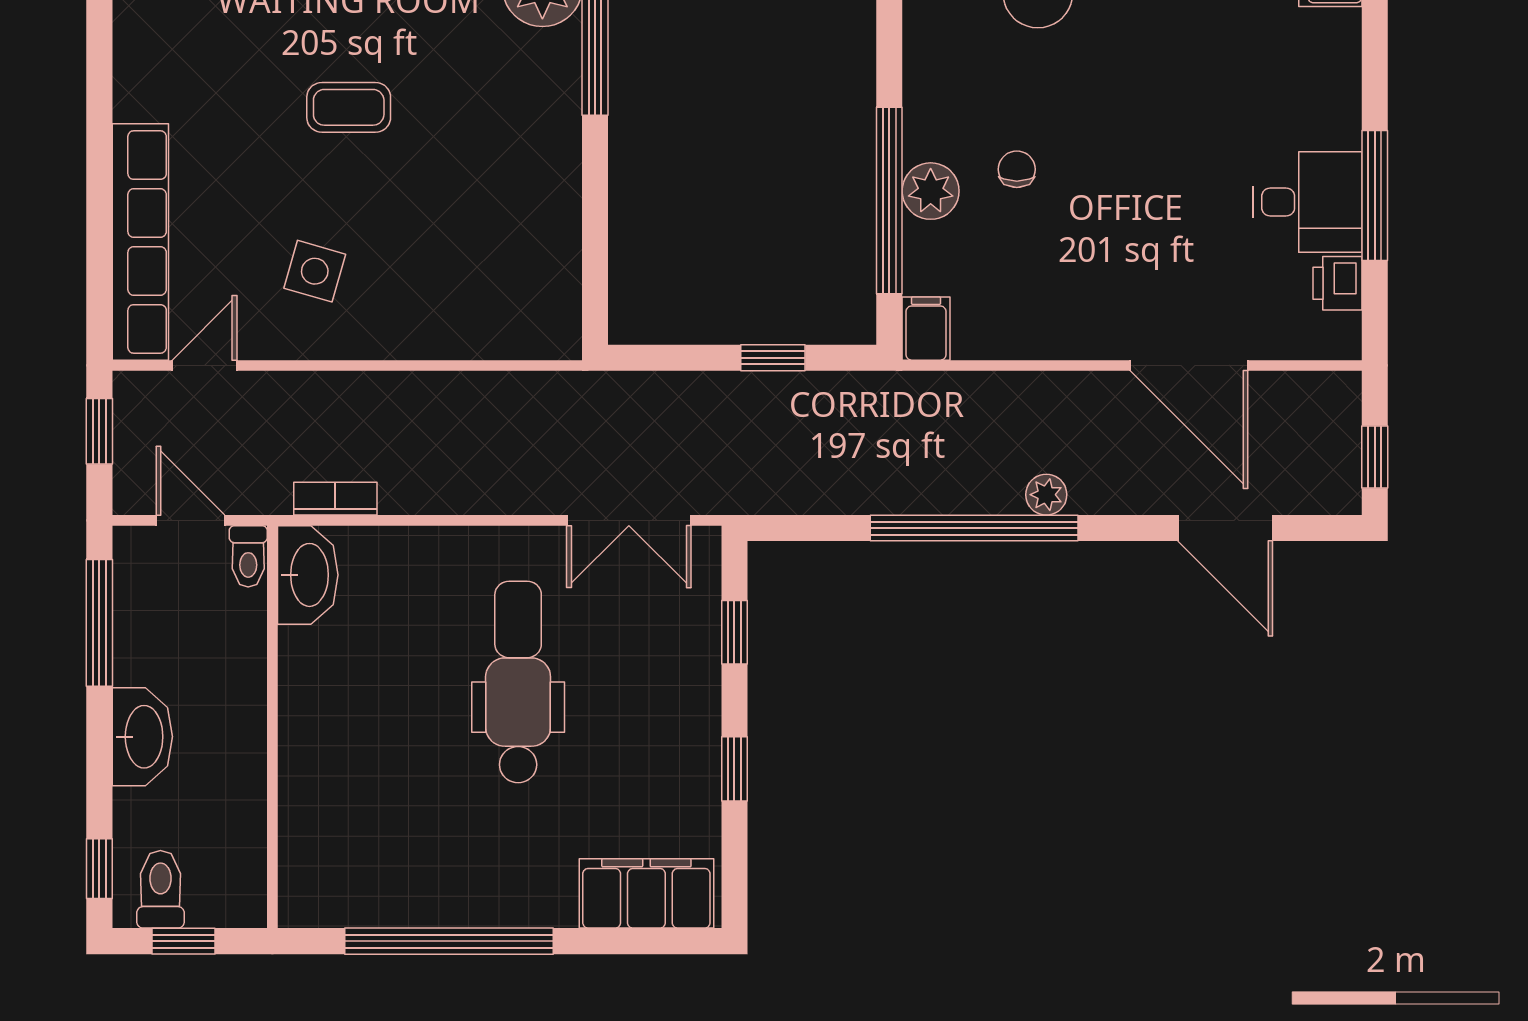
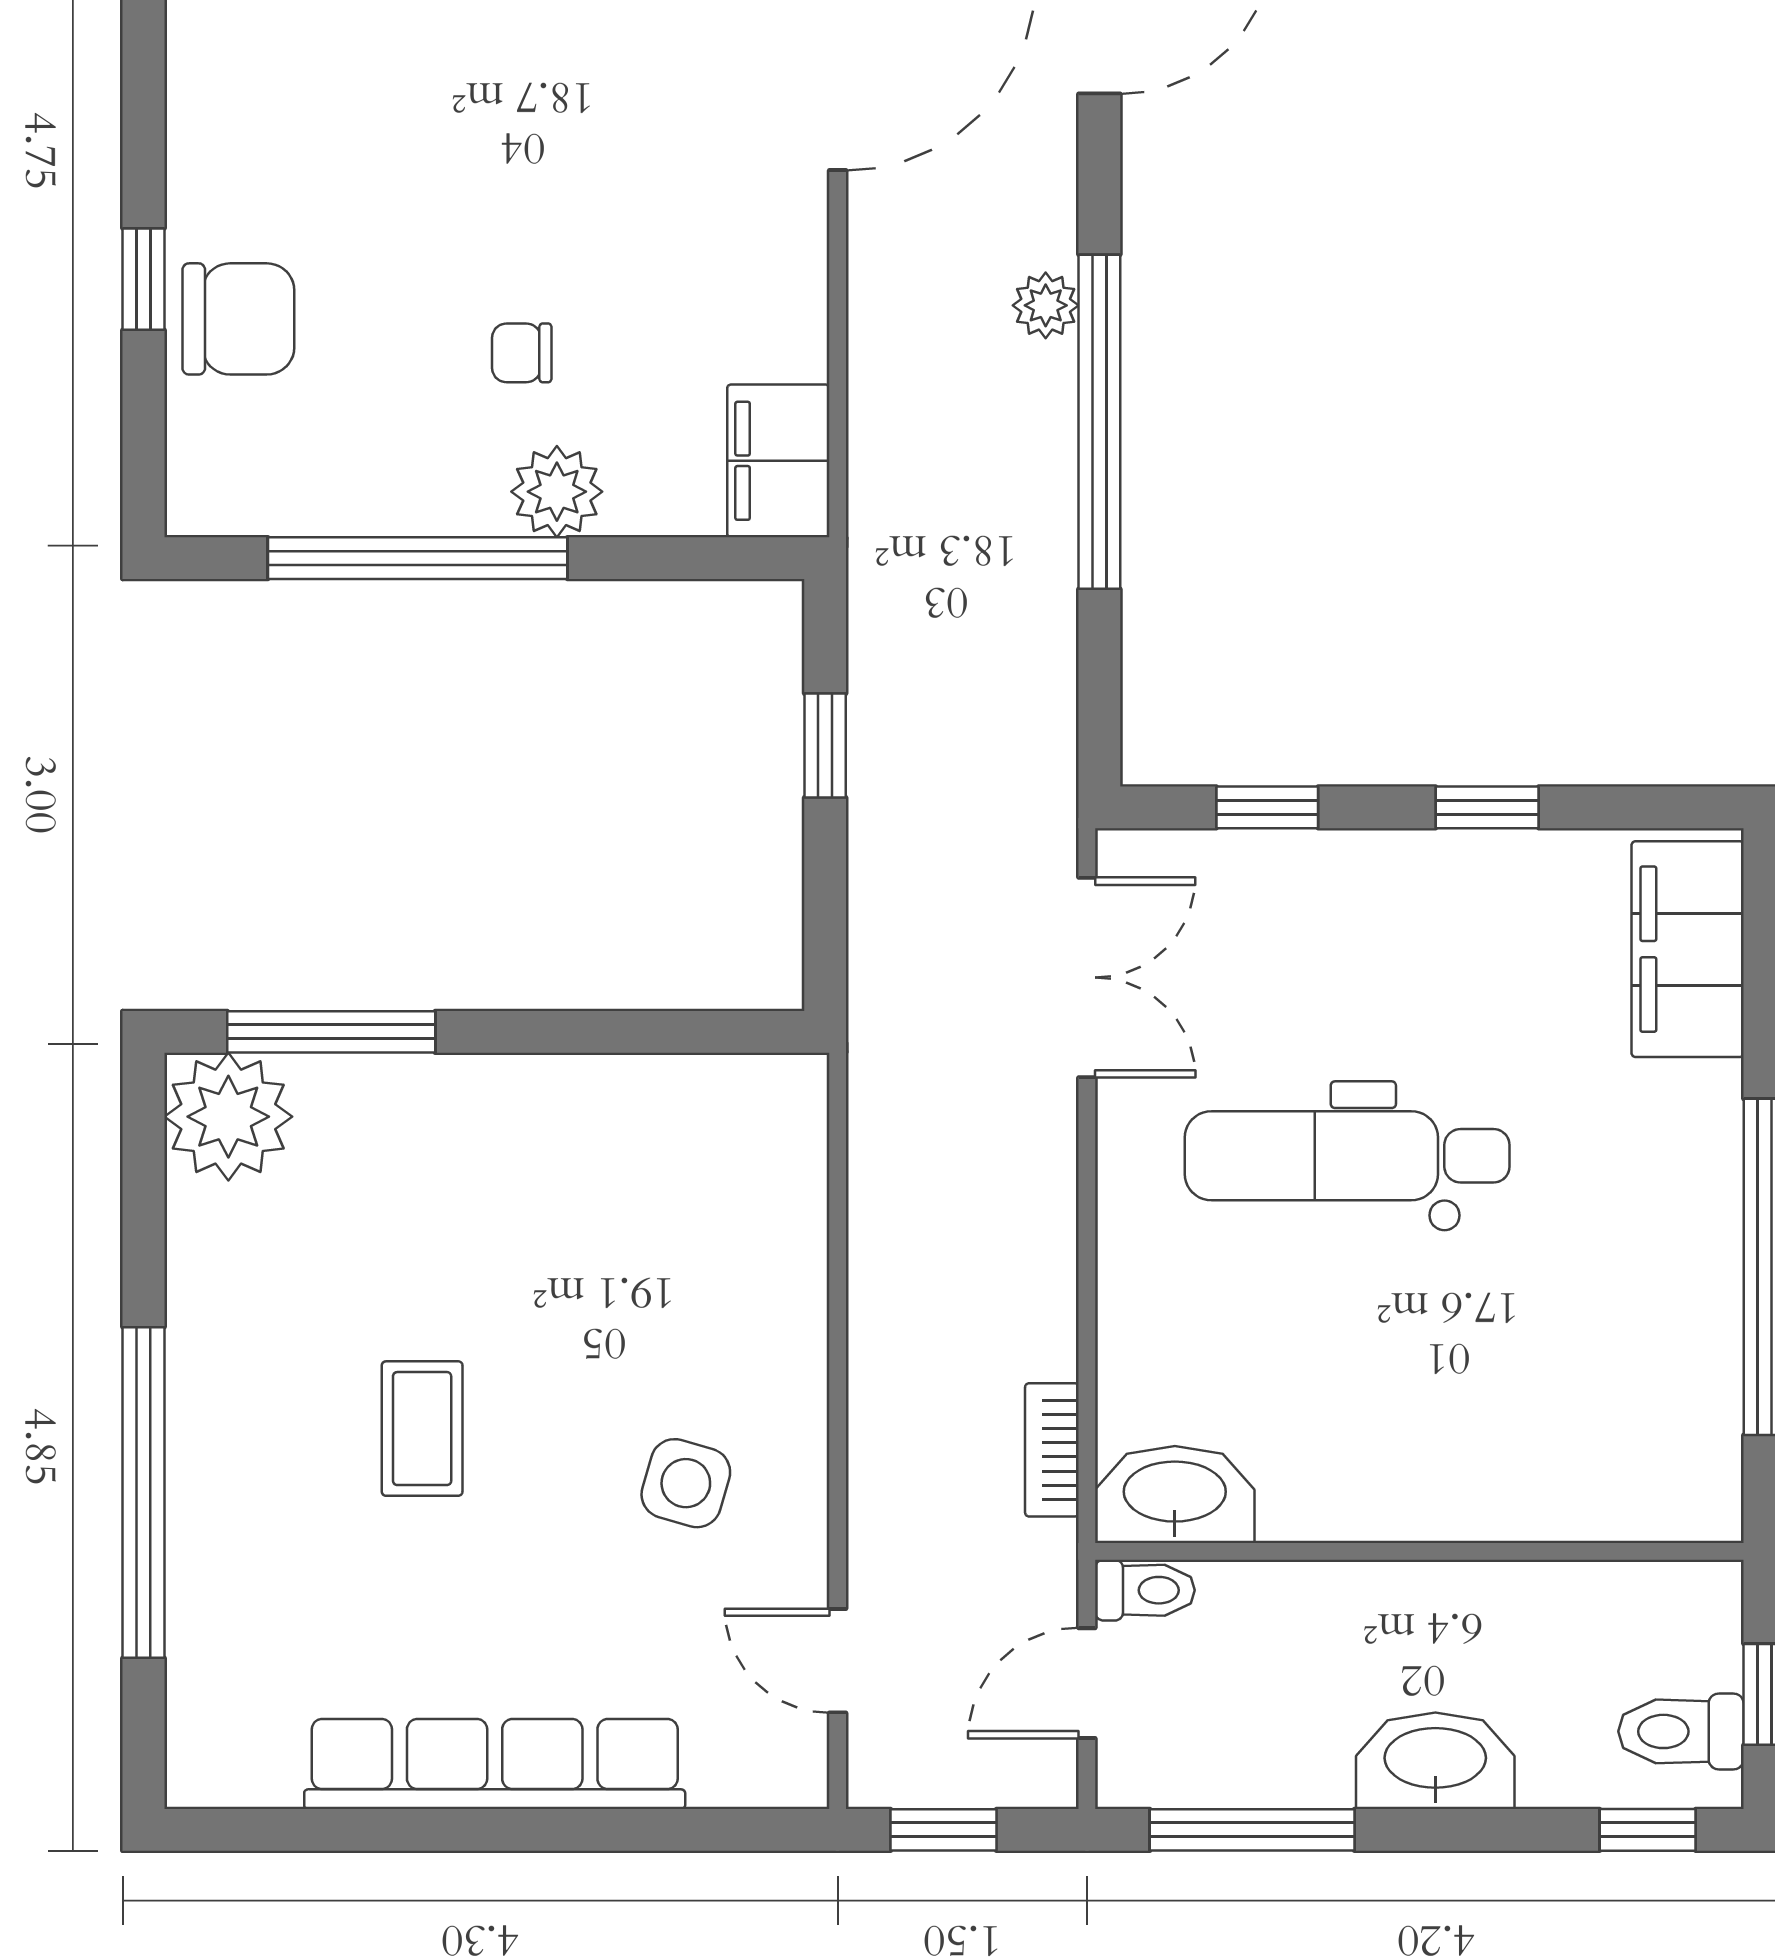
window: (889, 201) -> (418, 558), moved
row of seats: (140, 242) -> (495, 1764), moved
filing cabinet: (926, 329) -> (778, 461), width x2.00

